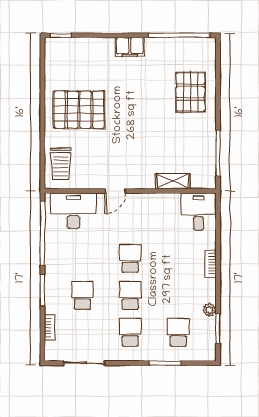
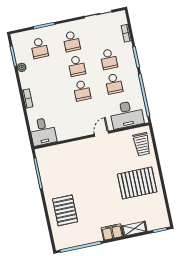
trolley: (61, 164) -> (142, 144), turned 180
shelving: (173, 181) -> (134, 229), moved
school desk: (82, 259) -> (114, 84), added

